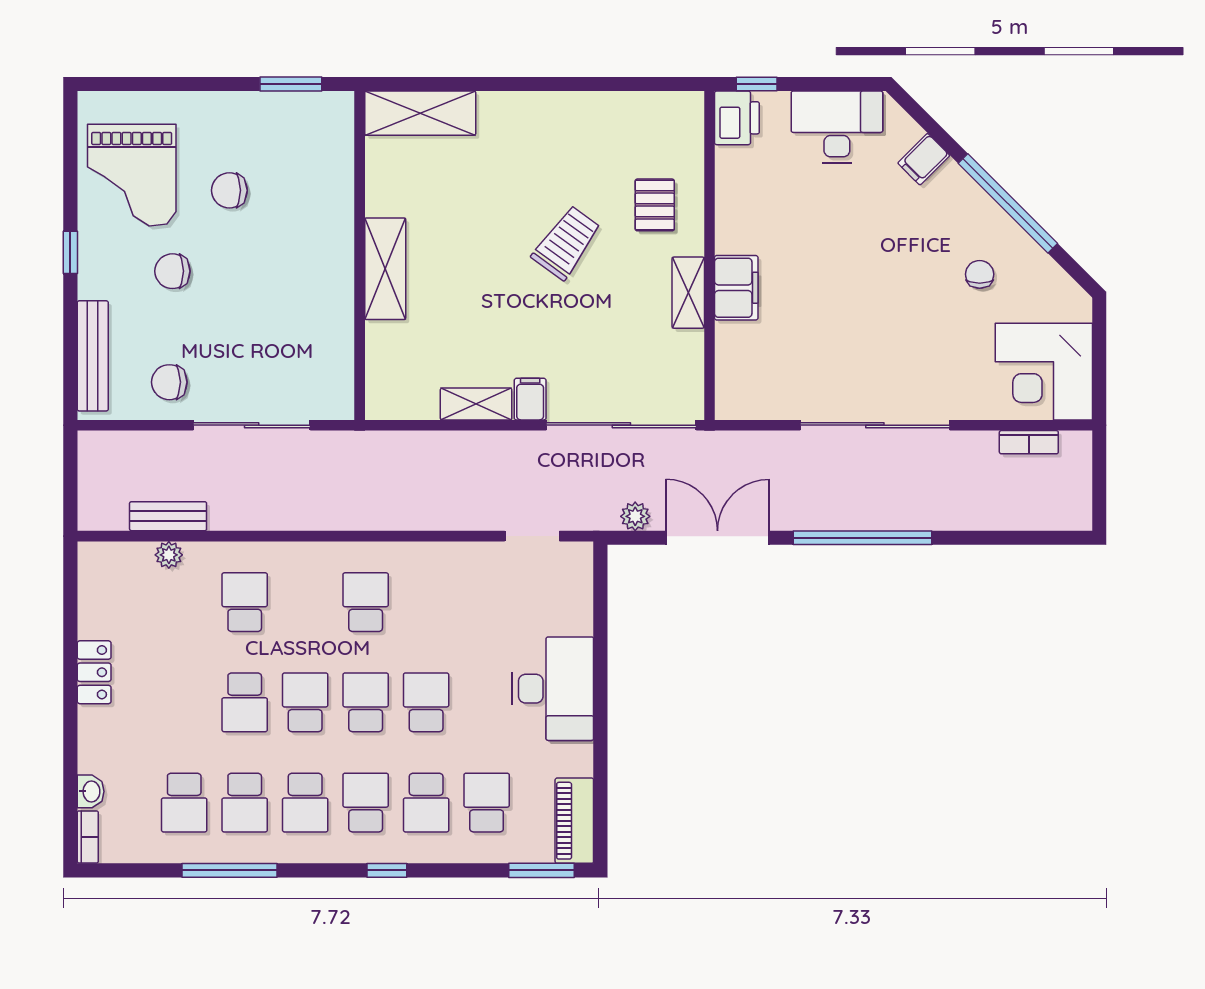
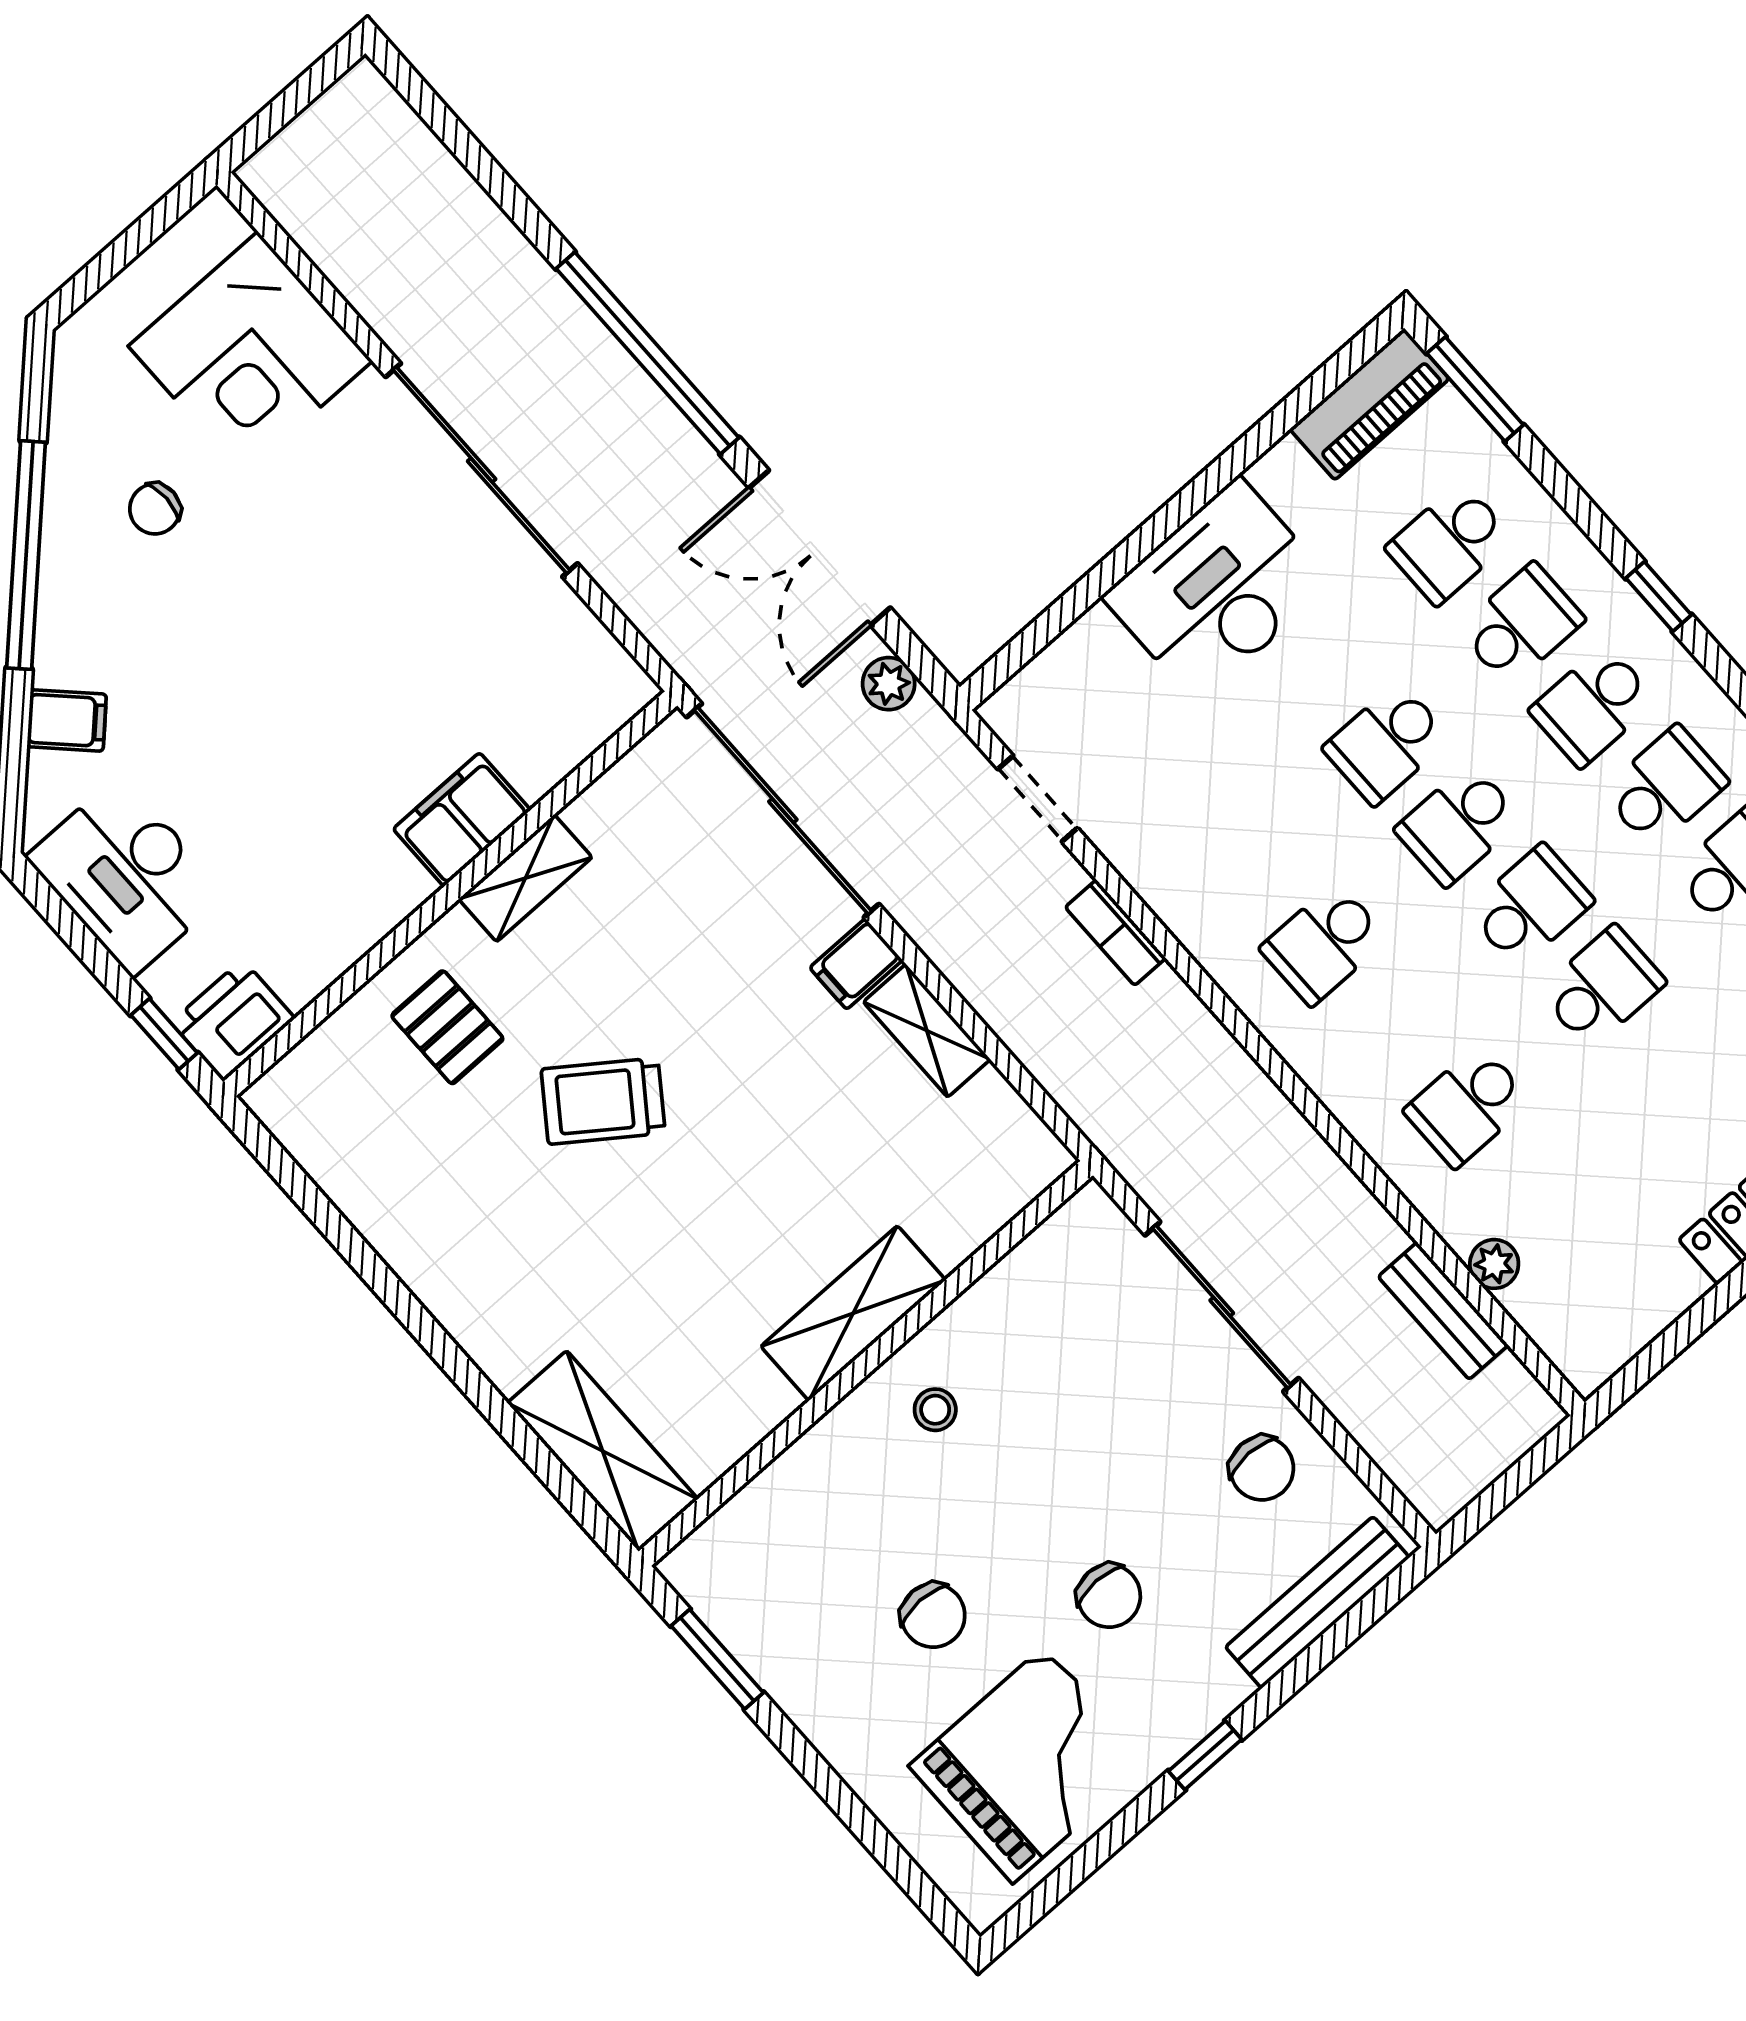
pallet: (655, 205) -> (447, 1027), turned 90
stool: (315, 267) -> (935, 1410), added
corner desk: (1044, 372) -> (250, 354), moved, turned 90
bookcase: (1029, 442) -> (1116, 933), moved, turned 180
school desk: (305, 702) -> (1530, 906), turned 180

